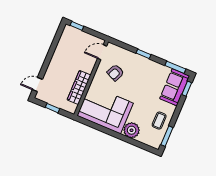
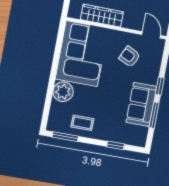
window: (175, 67) -> (154, 115), moved
sofa: (175, 87) -> (141, 104), moved, turned -90
window: (187, 89) -> (116, 145), moved

